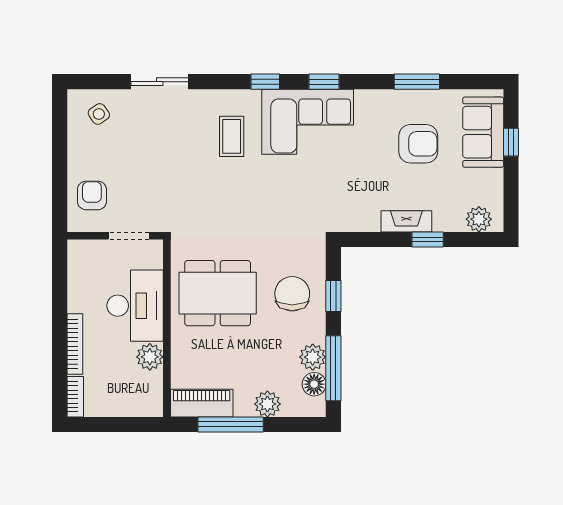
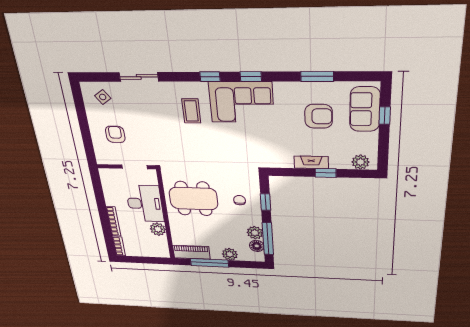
armchair: (92, 195) -> (115, 134), moved
chair: (292, 294) -> (240, 200), width x0.54, depth x0.54

